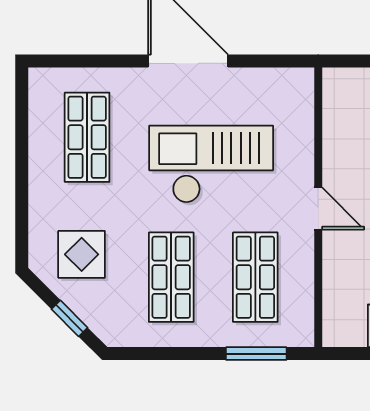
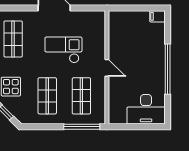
checkout: (211, 164) -> (63, 50), width x0.73, depth x0.83
window: (256, 354) -> (82, 127), width x1.44

